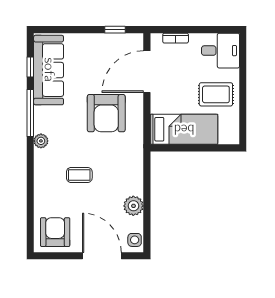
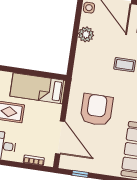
door: (147, 72) -> (60, 137), hinge flipped

